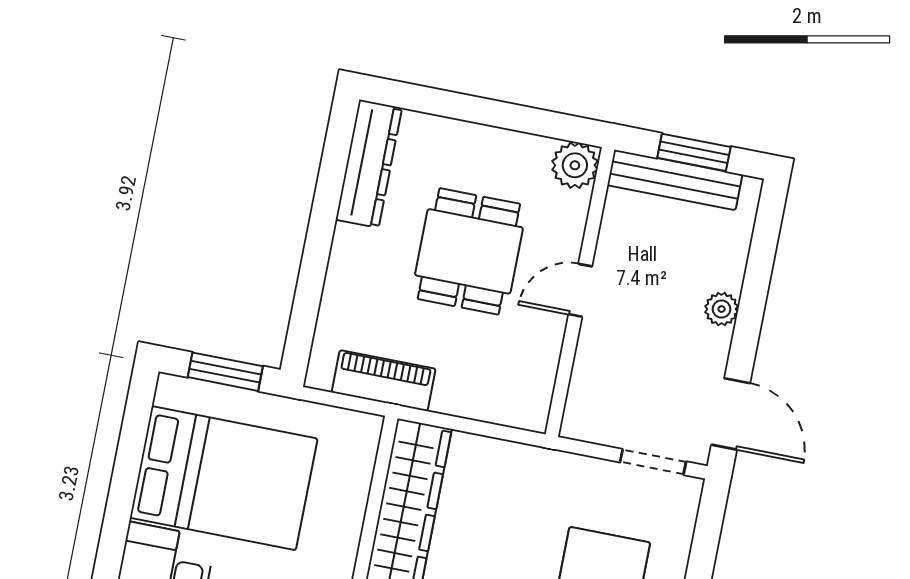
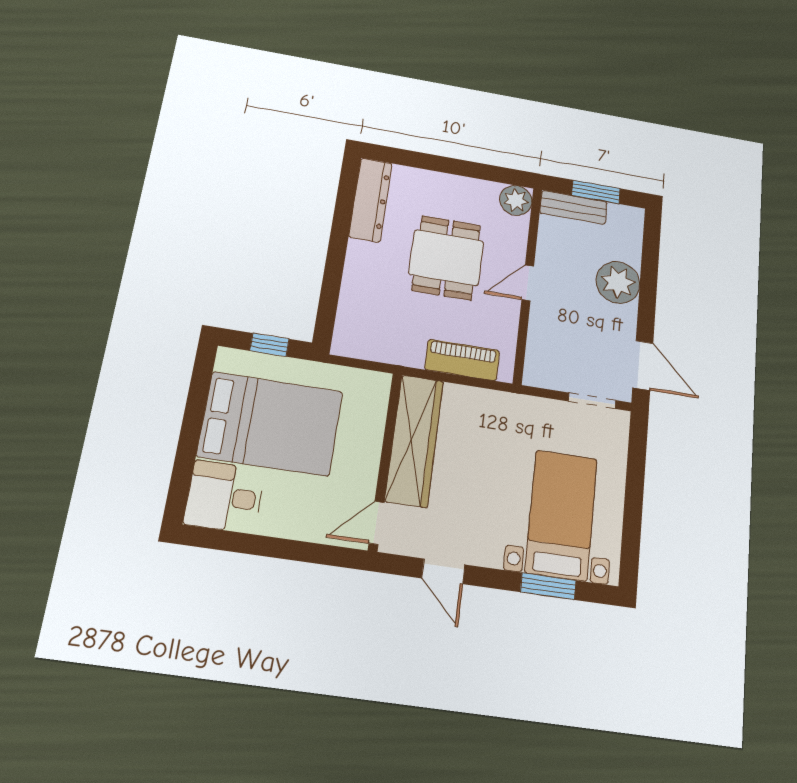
bench: (675, 180) -> (573, 207), width x0.73
plant: (722, 309) -> (618, 282), width x1.88, depth x1.88
window: (225, 372) -> (270, 345), width x0.67
piano: (384, 381) -> (462, 360), moved

